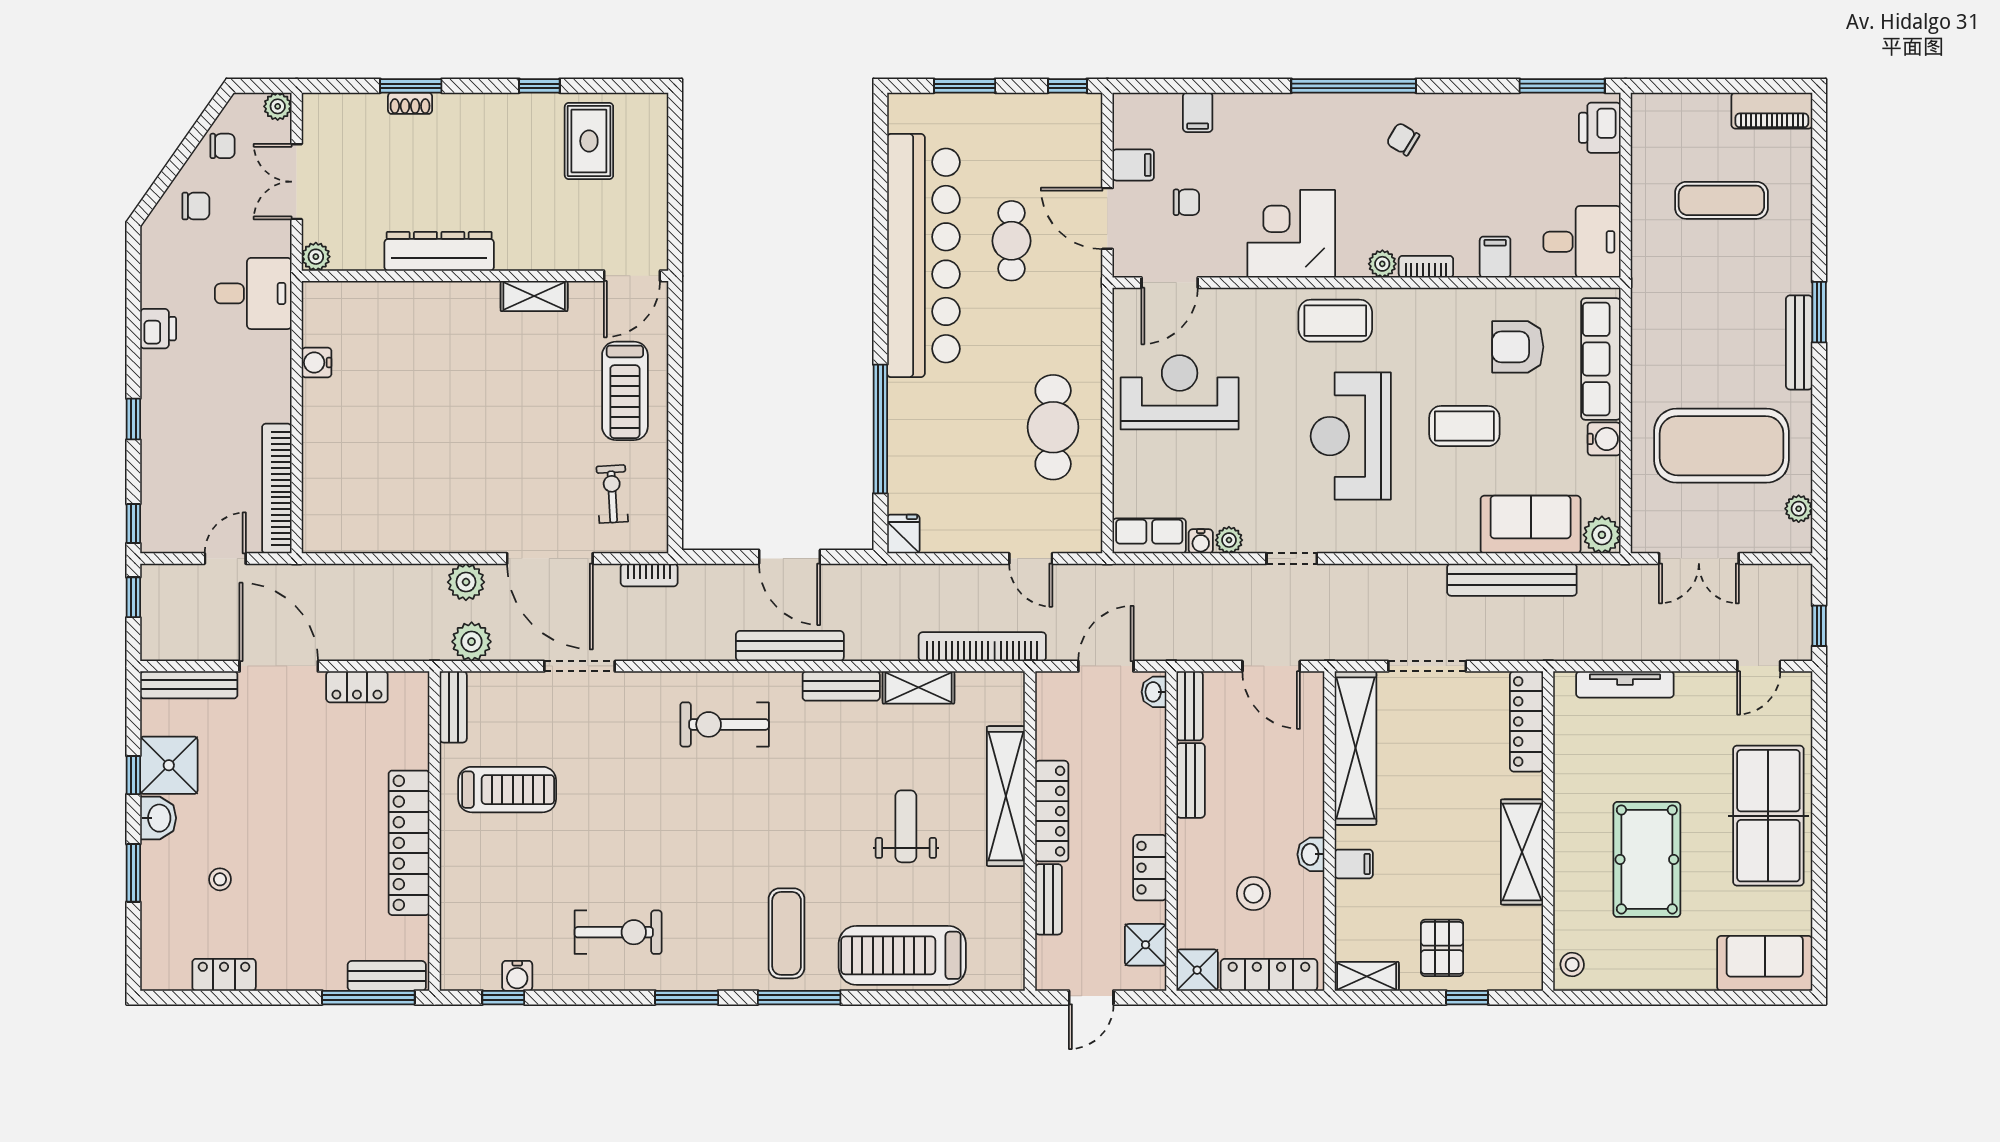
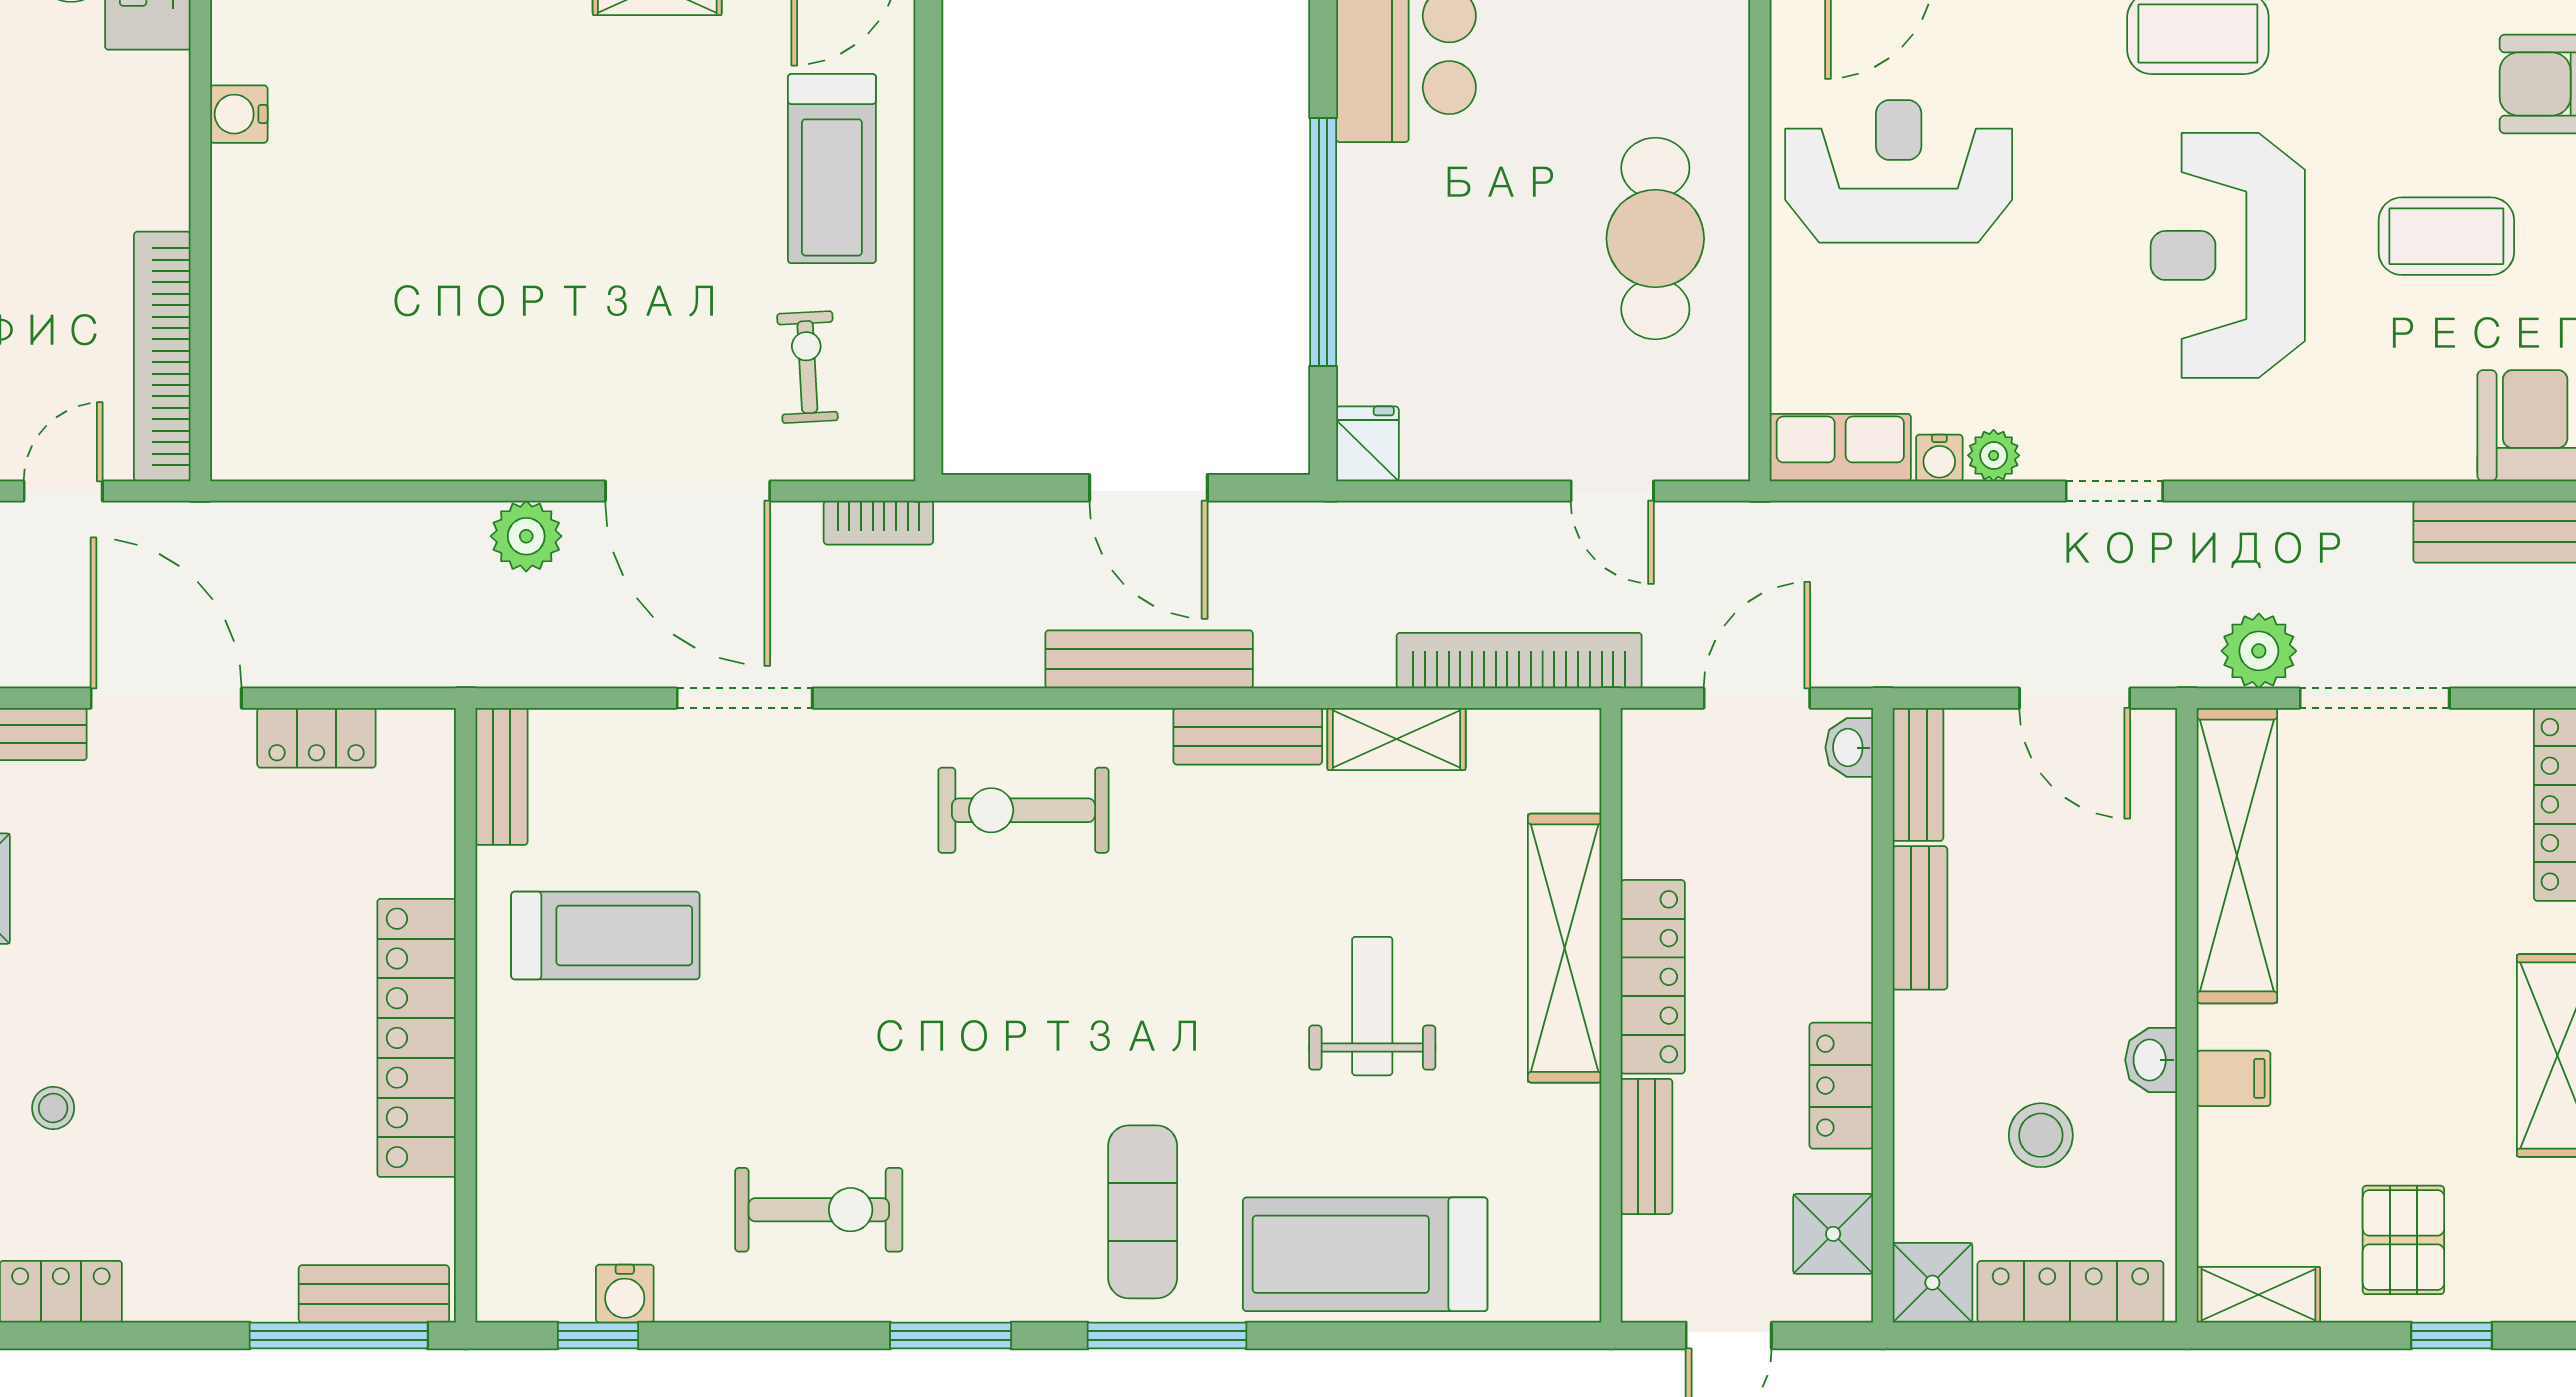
plant: (472, 642) -> (2259, 651), moved

